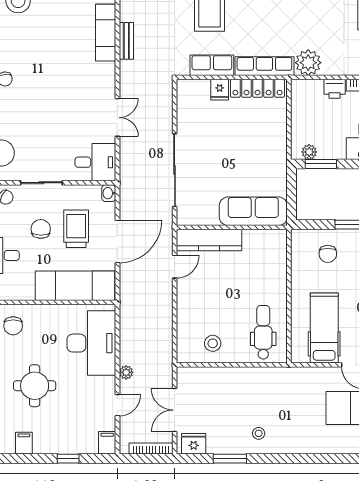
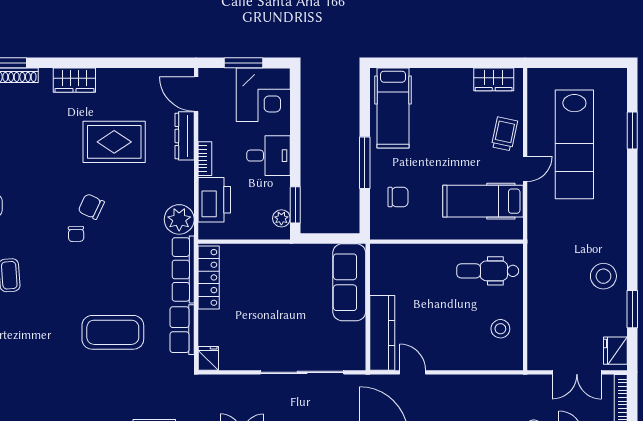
printer: (335, 89) -> (214, 200), width x1.87, depth x1.48
fridge: (220, 90) -> (208, 358), moved, turned -90
stool: (259, 433) -> (603, 276), width x1.89, depth x1.89

